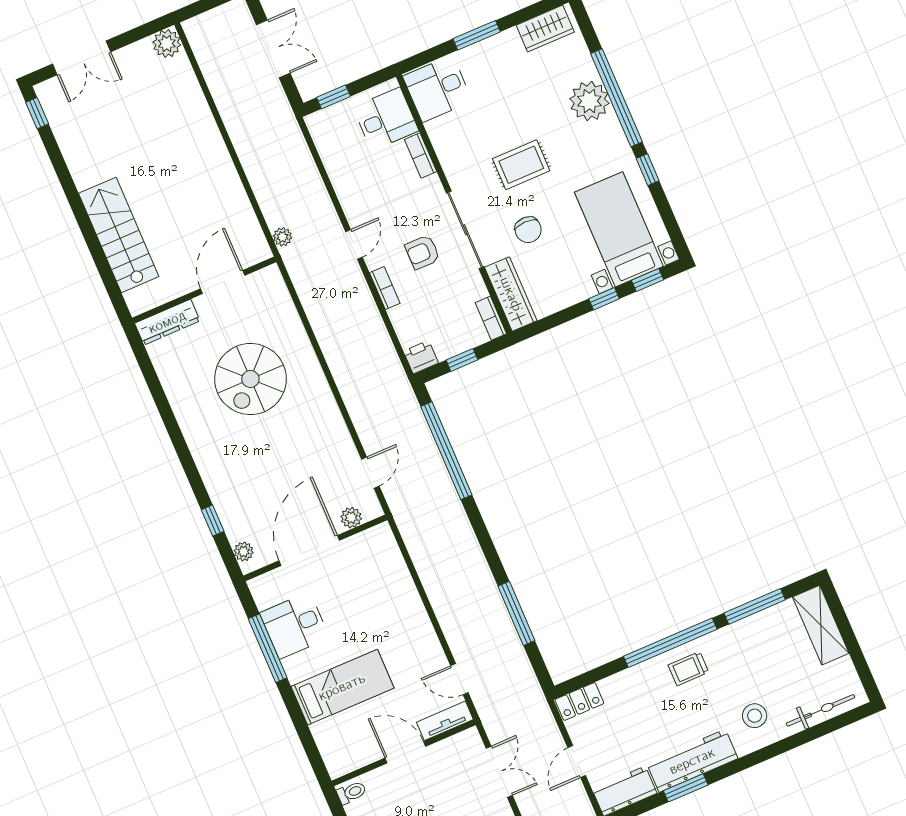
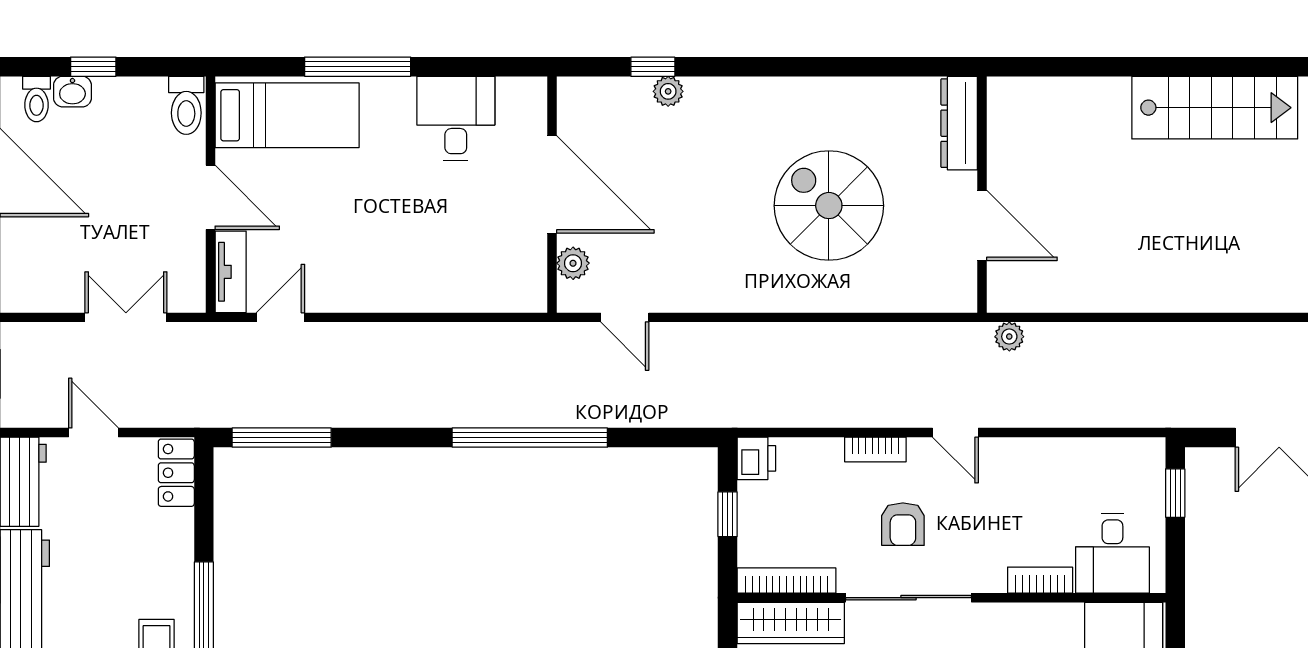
stairs: (119, 235) -> (1215, 108), moved
armchair: (422, 252) -> (903, 524), turned 180
bookcase: (491, 318) -> (786, 580), width x1.56
window: (446, 451) -> (530, 438), moved
plant: (244, 552) -> (668, 91), moved
window: (516, 613) -> (282, 438), moved
window: (268, 648) -> (358, 67), moved
bed: (342, 687) -> (287, 115), moved, turned -90
door: (405, 752) -> (210, 197), hinge flipped
double door: (499, 772) -> (126, 317), swing flipped
toilet: (352, 793) -> (186, 105), width x1.37, depth x1.39

